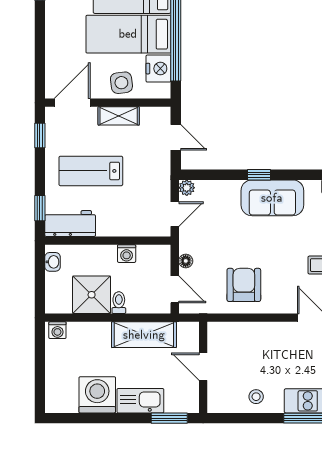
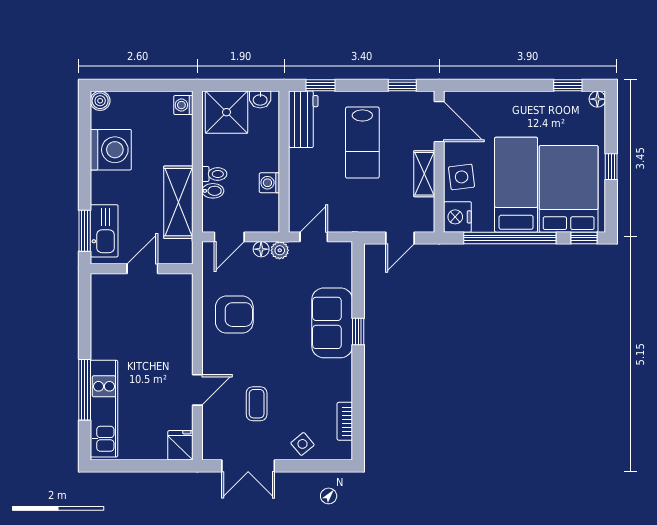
nightstand: (158, 69) -> (457, 217), moved, turned 90
lab bench: (91, 171) -> (362, 143), turned 180
plant: (187, 188) -> (280, 250), moved
sofa: (272, 198) -> (332, 323), moved
door: (175, 214) -> (314, 237), swing flipped
shower: (92, 295) -> (227, 112), moved
bidet: (134, 304) -> (213, 191), added
stool: (256, 397) -> (109, 328), removed
kitchen sink: (140, 401) -> (104, 231), moved
boiler: (54, 404) -> (100, 101), added

